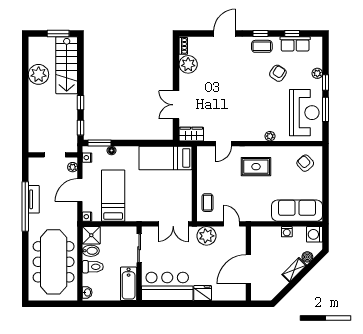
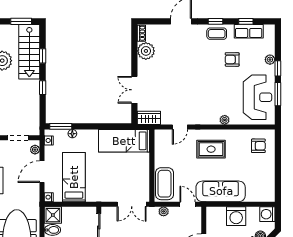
armchair: (278, 73) -> (232, 59), turned -124
window: (81, 128) -> (43, 56), moved
armchair: (305, 163) -> (258, 146), turned 132
coffee table: (207, 203) -> (164, 184), width x1.86, depth x1.72
sofa: (297, 211) -> (221, 191), moved
washing machine: (287, 232) -> (236, 216), width x1.89, depth x1.89
plant: (207, 236) -> (164, 211), width x0.53, depth x0.53

